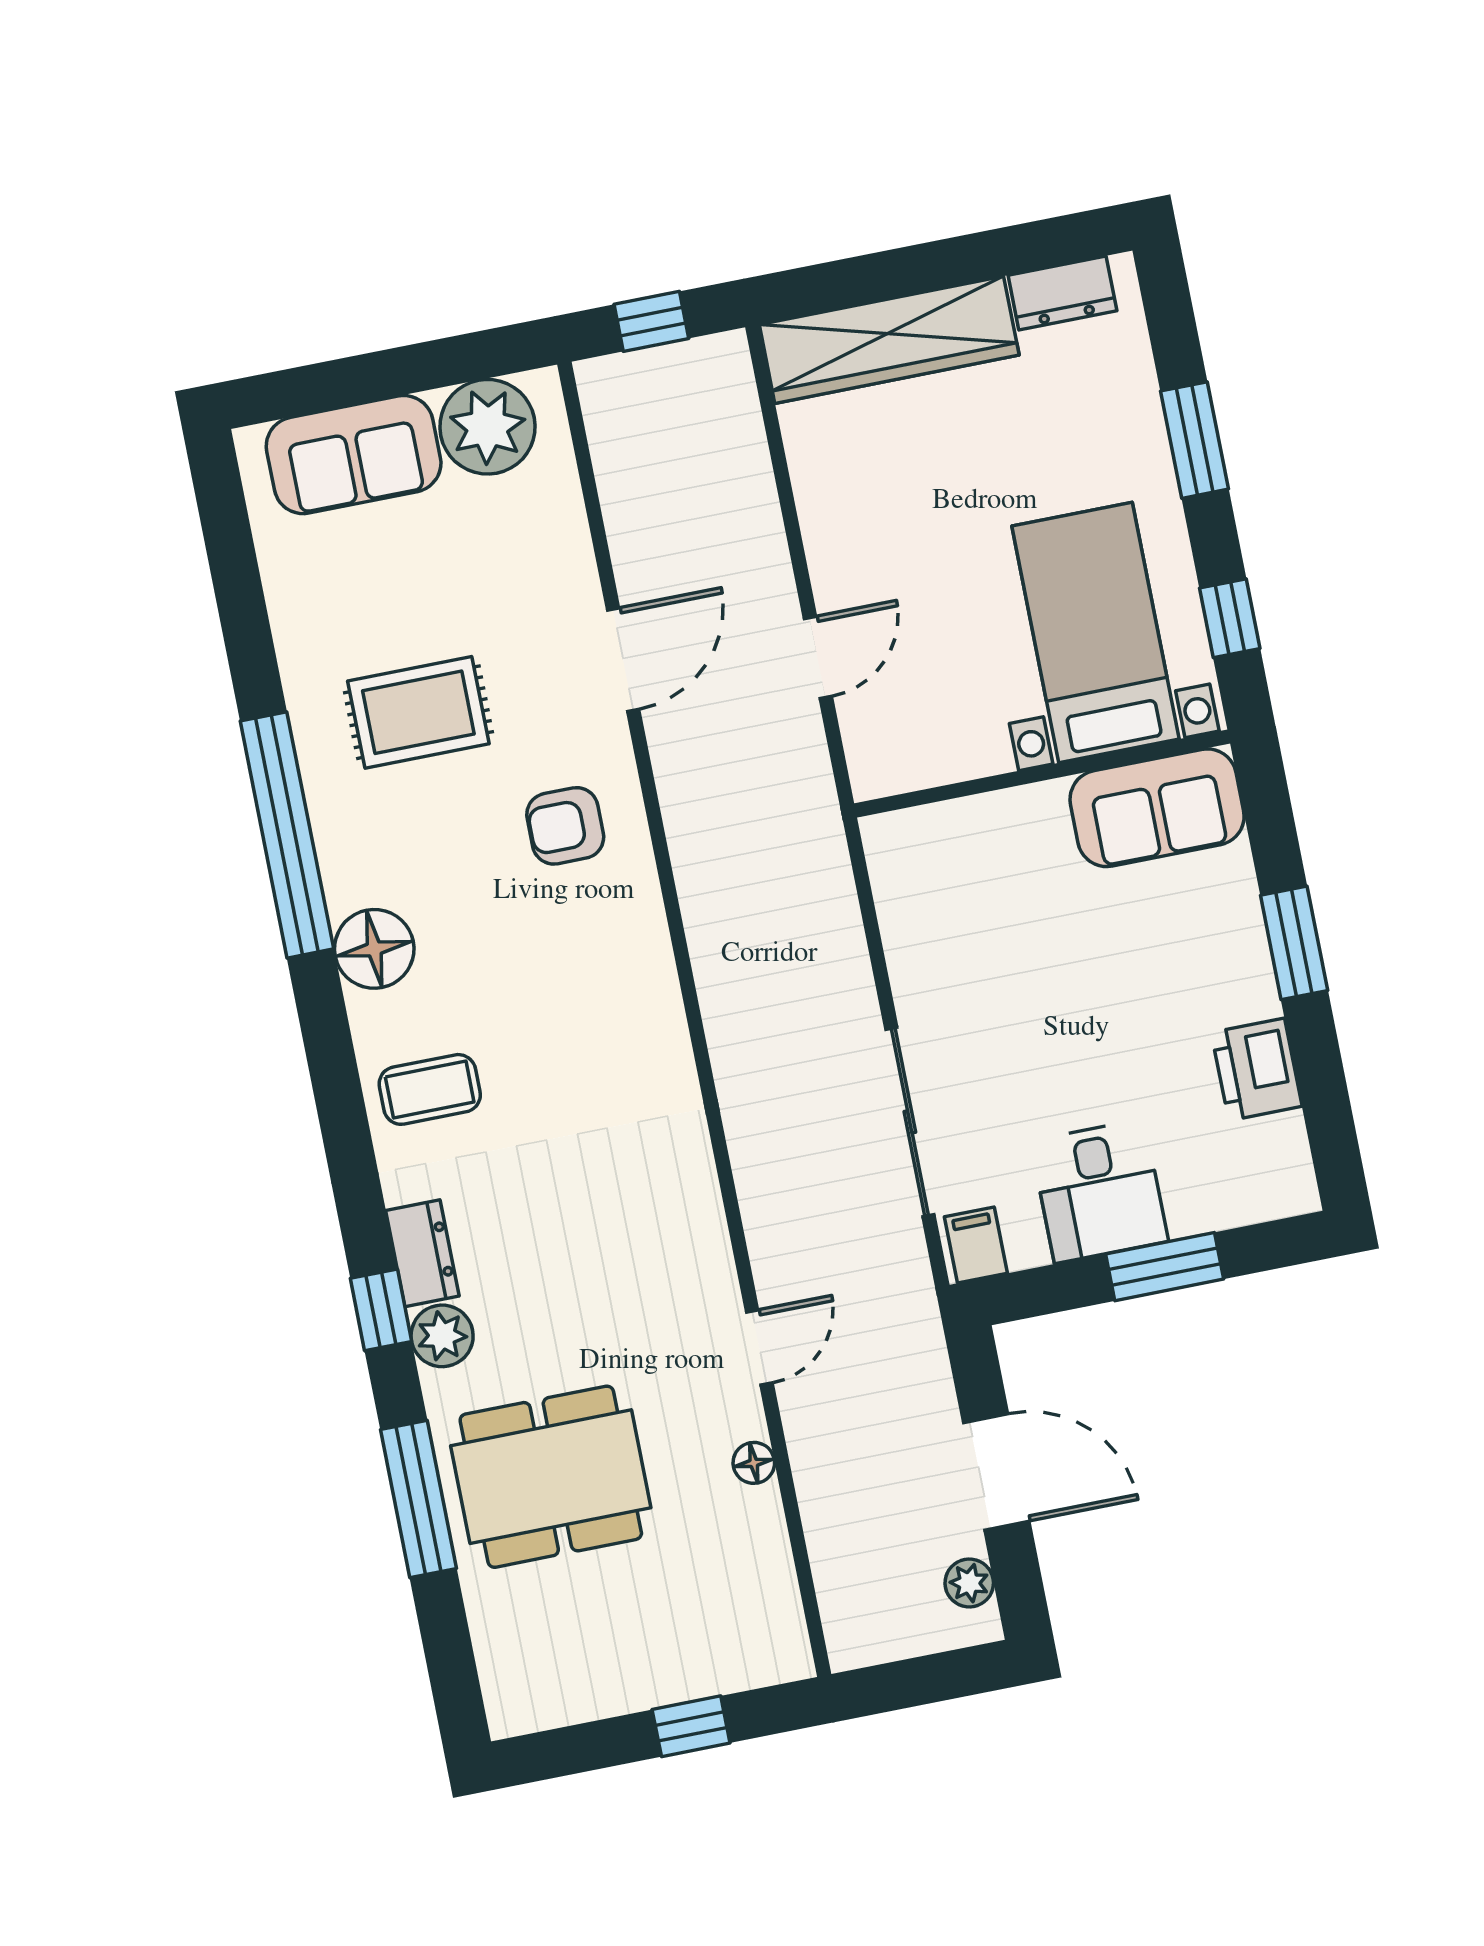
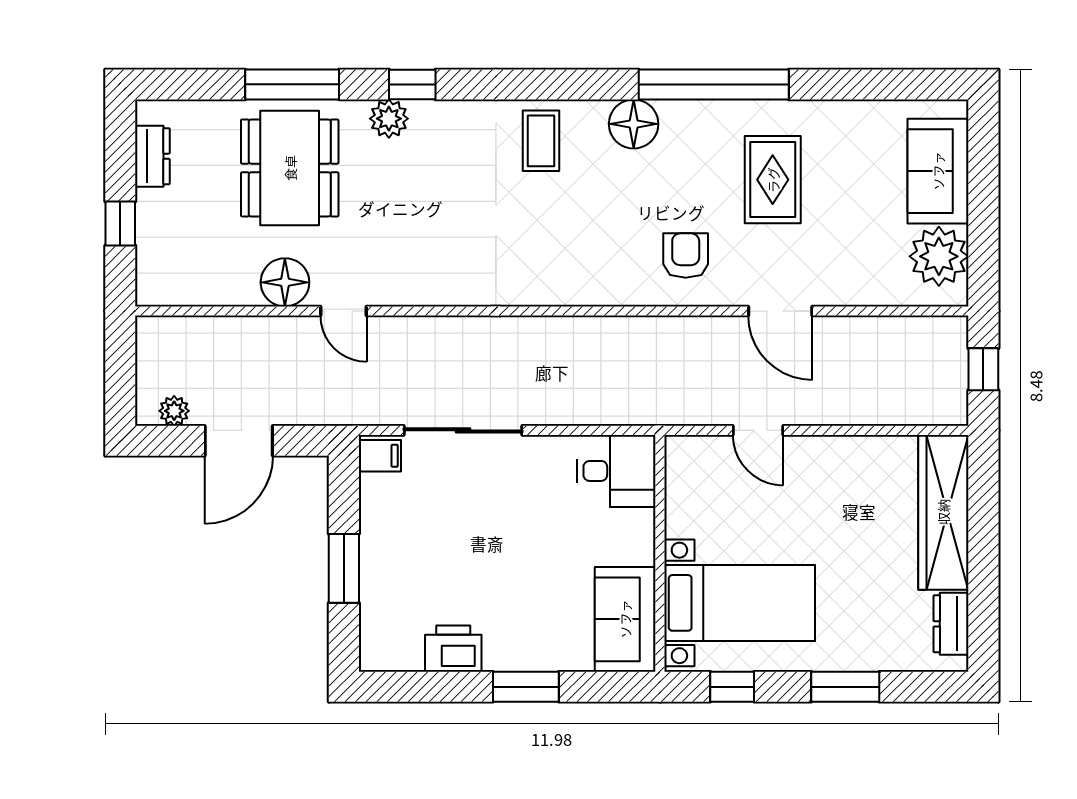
desk: (1099, 1191) -> (616, 471), moved, turned 180
dresser: (422, 1253) -> (152, 156), moved, turned -90
floor lamp: (754, 1463) -> (285, 282), width x1.89, depth x1.89

